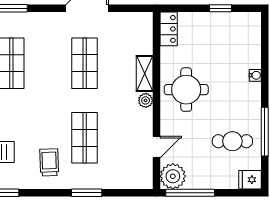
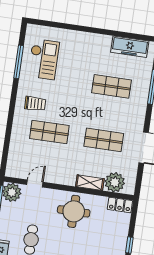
plant: (146, 100) -> (115, 182), moved, width x1.88, depth x1.88
door: (156, 147) -> (35, 183), swing flipped
window: (87, 193) -> (9, 128), removed

